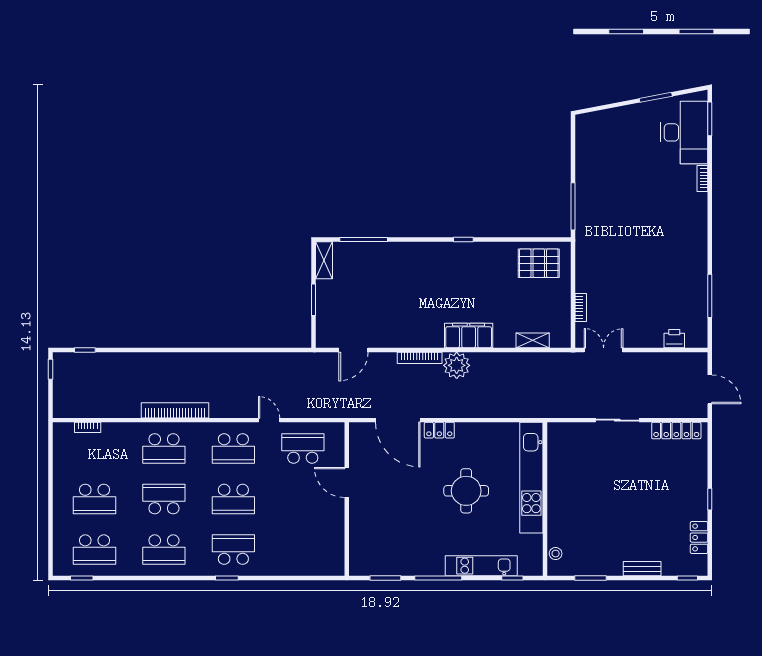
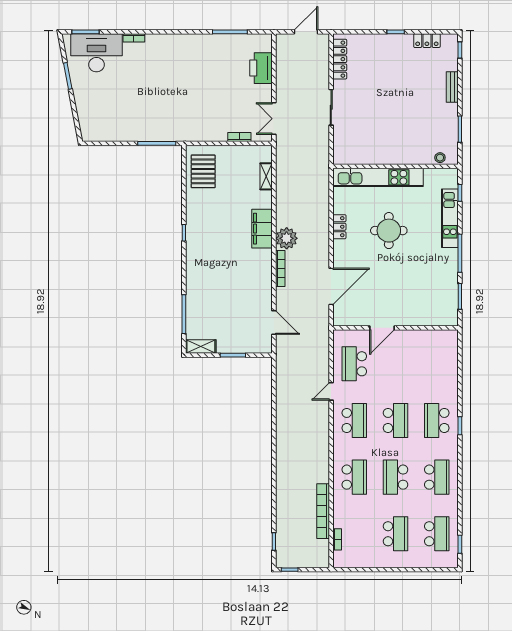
printer: (674, 339) -> (261, 68), width x1.87, depth x1.48
bookcase: (175, 410) -> (323, 511), moved
locker: (439, 430) -> (339, 227), moved

